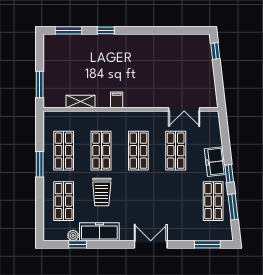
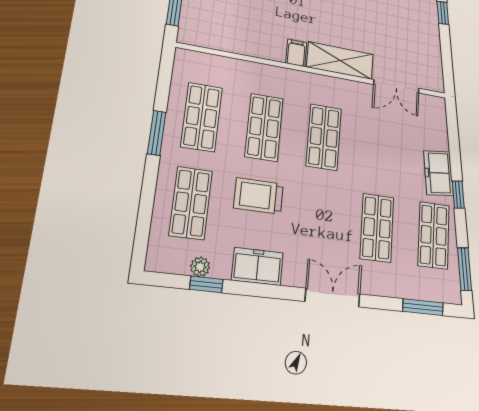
shelving: (80, 102) -> (340, 61), moved, width x1.50, depth x1.33
shop shelf: (176, 151) -> (377, 228), moved
trolley: (102, 192) -> (259, 196), turned 90
window: (233, 207) -> (464, 269), moved
freezer: (99, 232) -> (257, 267), width x0.71

